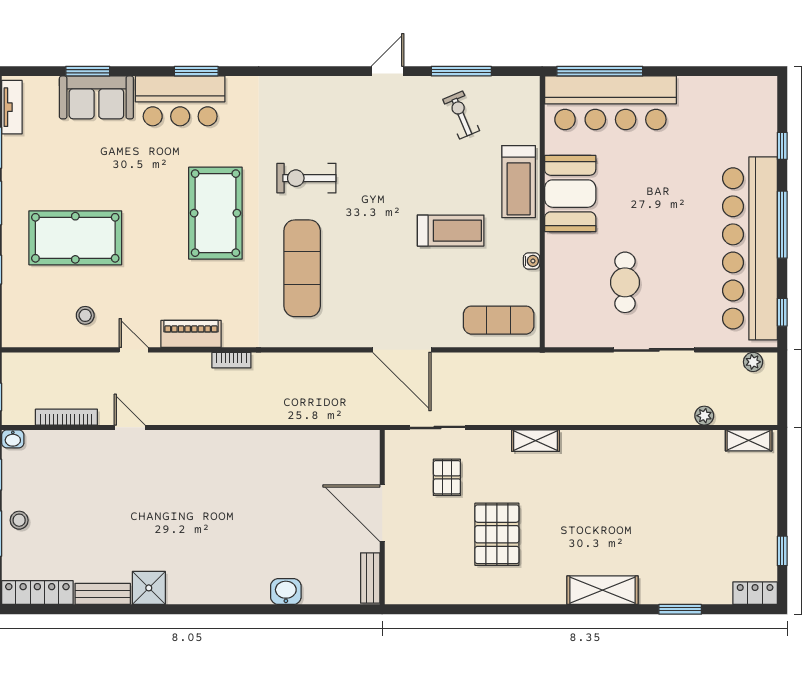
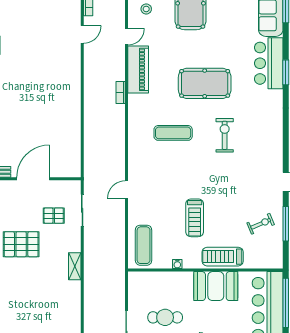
exercise mat: (302, 268) -> (173, 133), width x0.73, depth x0.69
piano: (191, 334) -> (138, 69), width x1.37, depth x1.33
door: (402, 350) -> (126, 190), width x0.53

